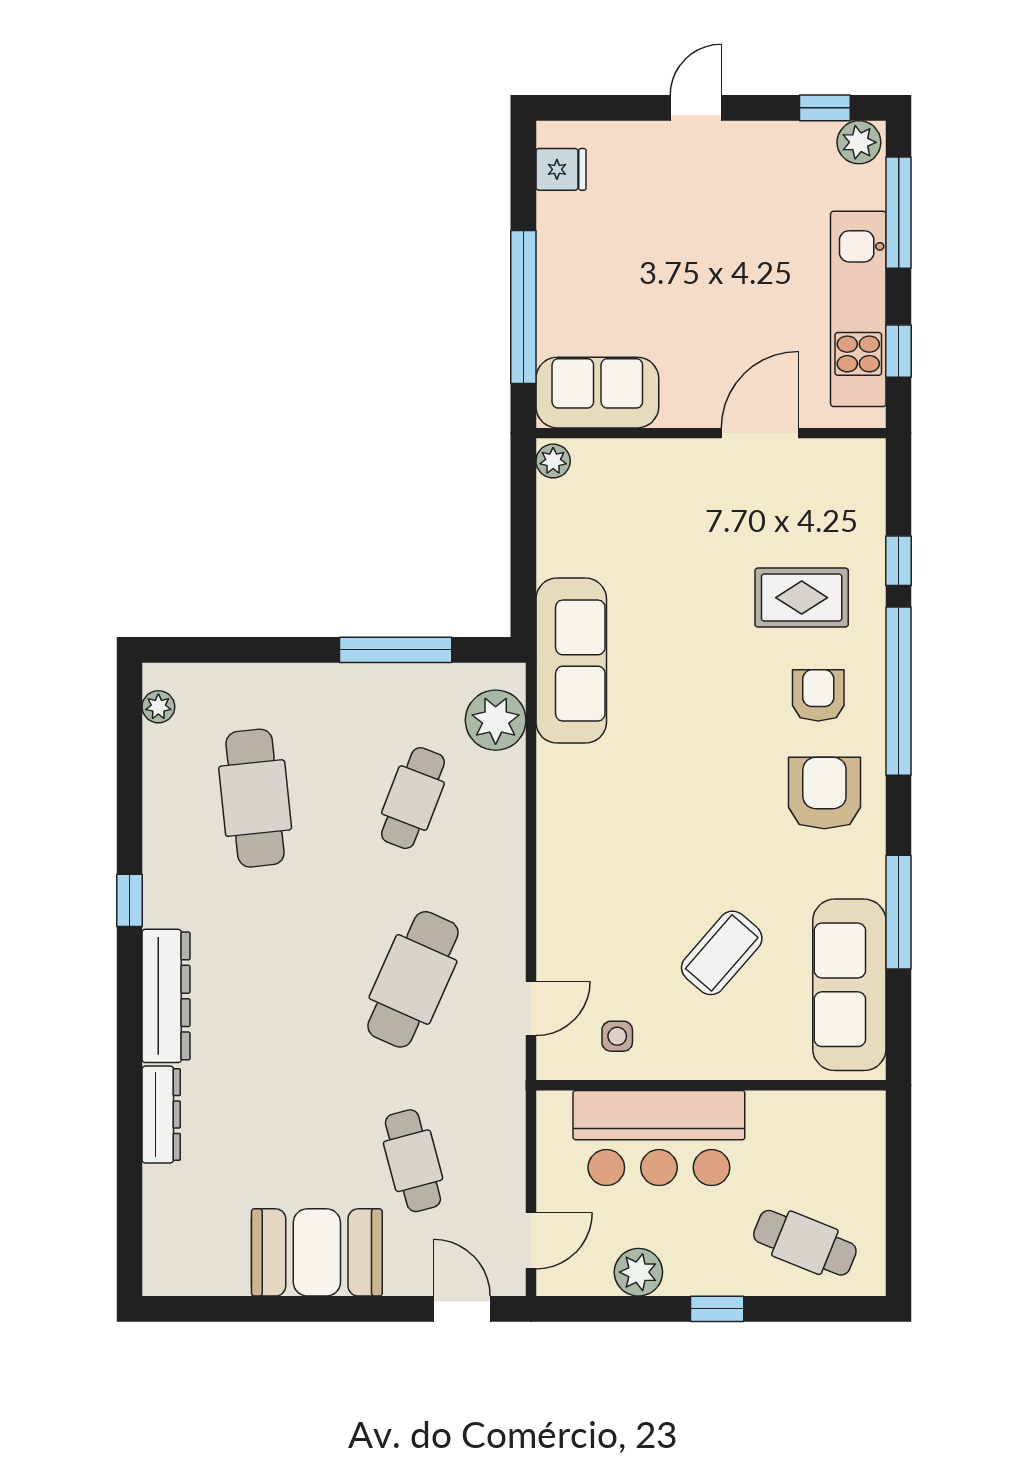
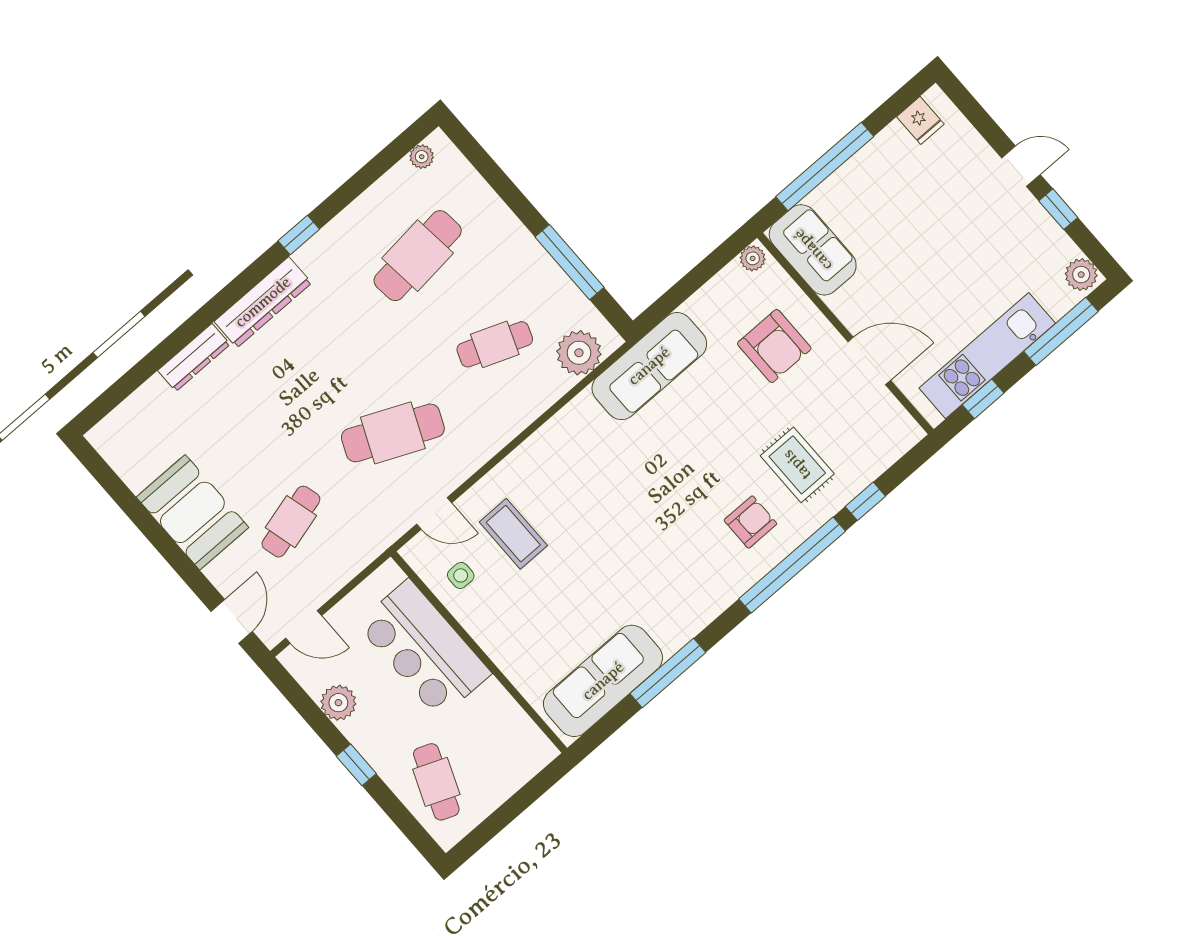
window: (825, 108) -> (1058, 209), moved
armchair: (824, 793) -> (774, 346), moved, turned 90
coffee table: (722, 953) -> (513, 534), moved, turned 49

